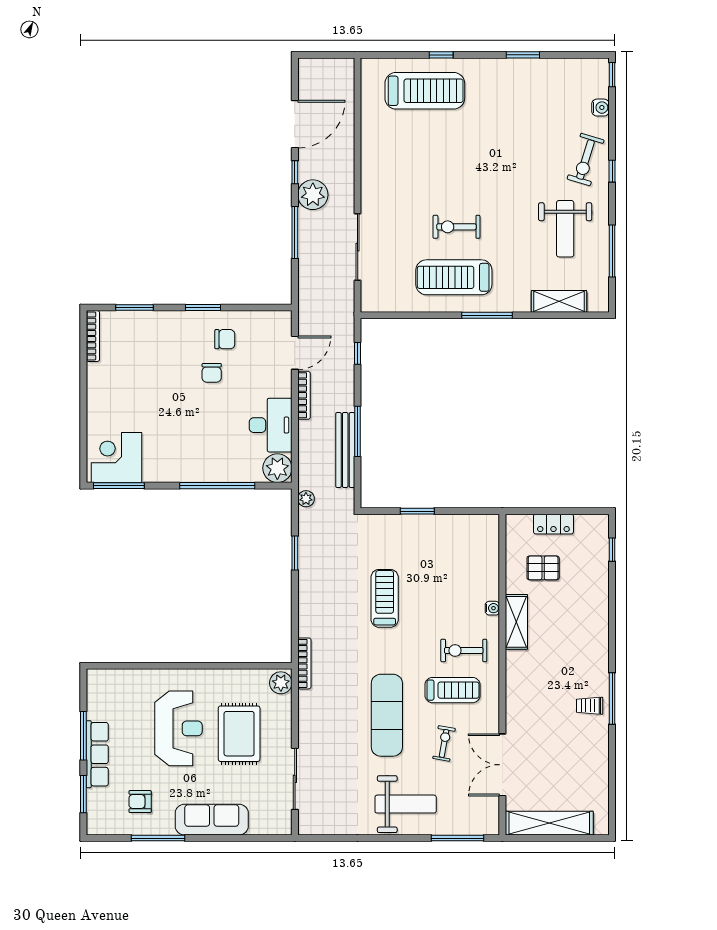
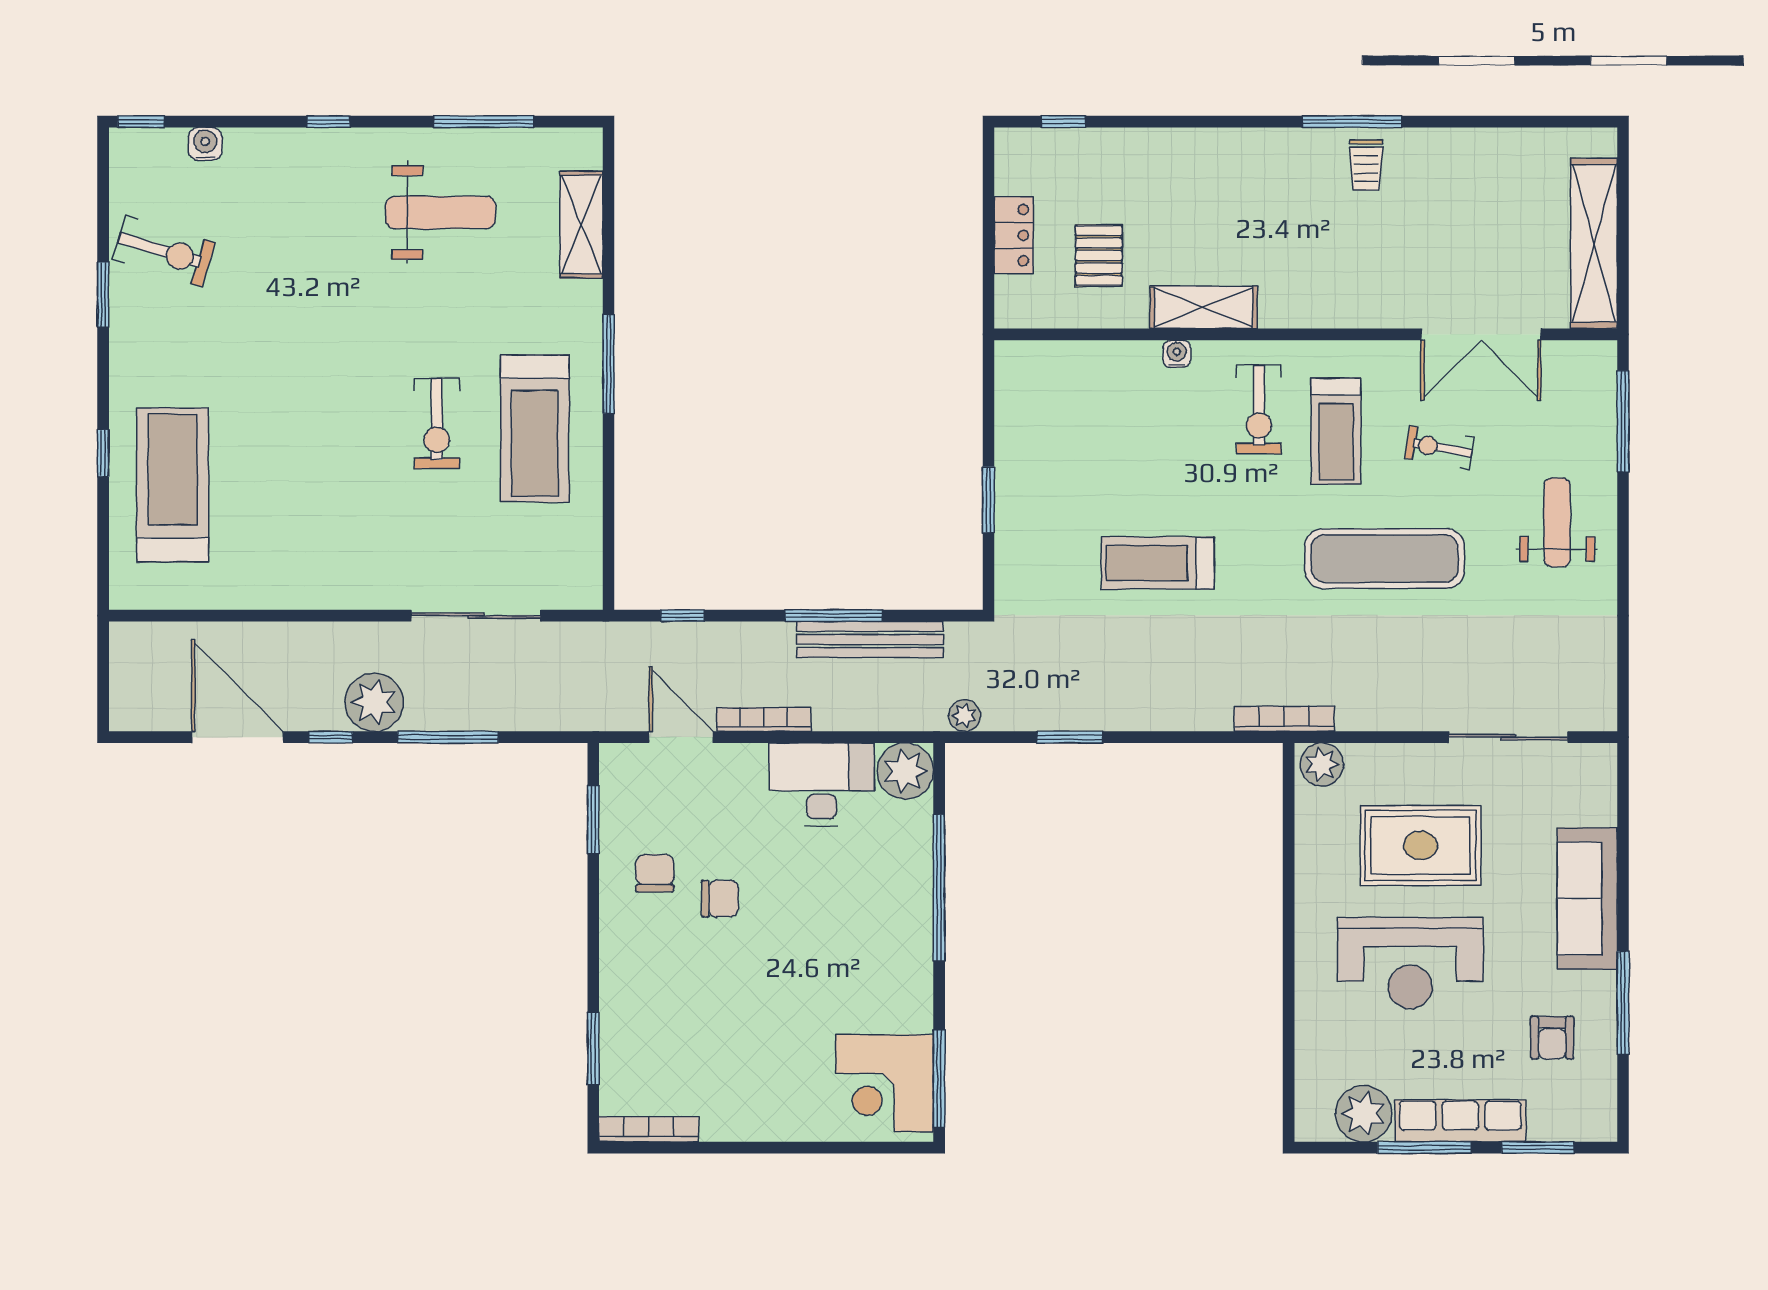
exercise bike: (586, 160) -> (164, 251), moved
window: (203, 307) -> (593, 820), moved
treadmill: (452, 690) -> (1336, 431), turned 180
plant: (101, 704) -> (1364, 1114), added
reception desk: (179, 728) -> (1410, 963), turned 180
weight bench: (406, 804) -> (1557, 522), width x0.73, depth x0.75

